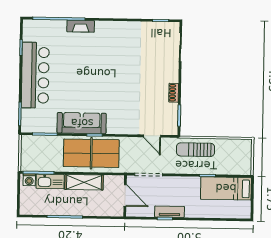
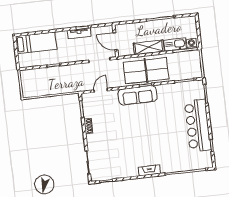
fireplace: (81, 26) -> (149, 170), moved
sofa: (82, 123) -> (138, 95), moved
door: (152, 136) -> (101, 90), hinge flipped
sun lounger: (196, 150) -> (65, 84), removed
bed: (226, 188) -> (36, 43), moved

